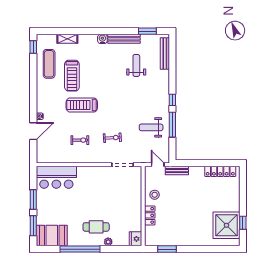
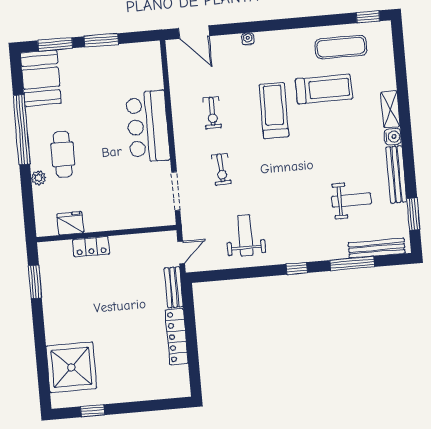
shelving: (67, 39) -> (390, 109), moved
treadmill: (72, 76) -> (324, 89), turned 180
window: (172, 125) -> (352, 264), moved
door: (33, 131) -> (194, 32), moved
locker: (220, 171) -> (177, 337), moved
bar counter: (56, 177) -> (148, 126), moved
stool: (155, 195) -> (128, 252), removed
shower: (226, 225) -> (71, 367), moved
fridge: (135, 239) -> (70, 223), moved

